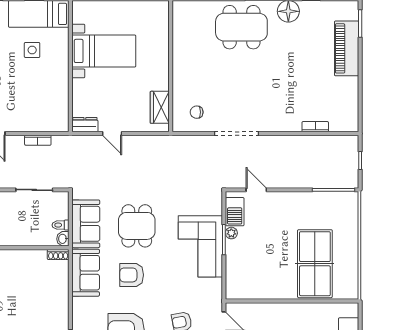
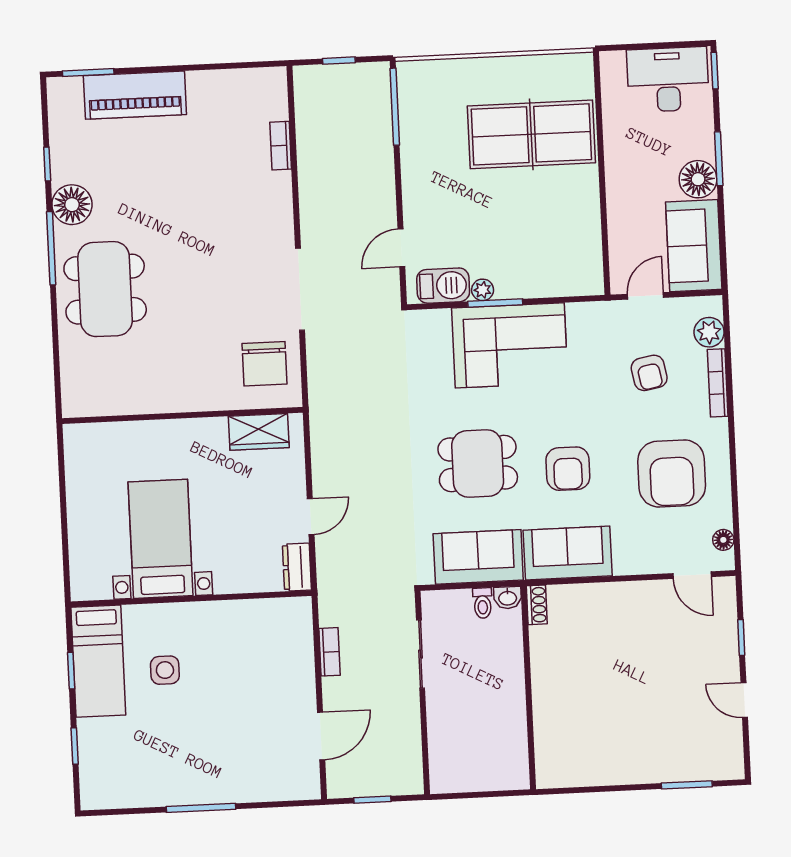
chair: (197, 112) -> (264, 364), width x1.87, depth x1.87

